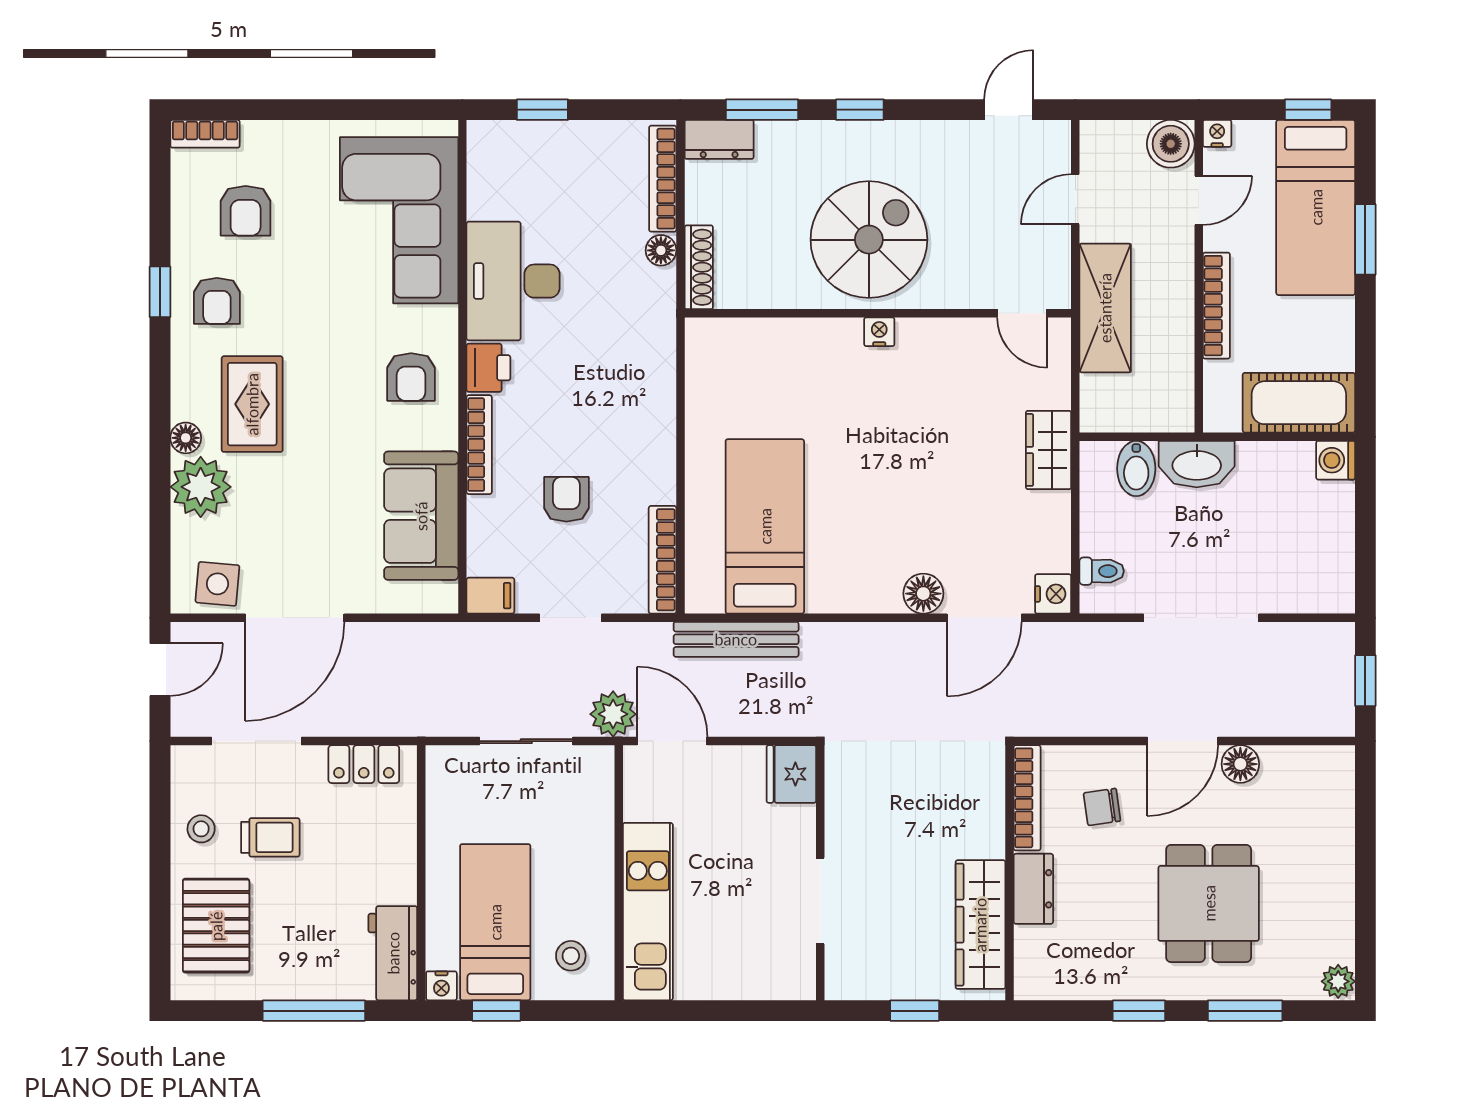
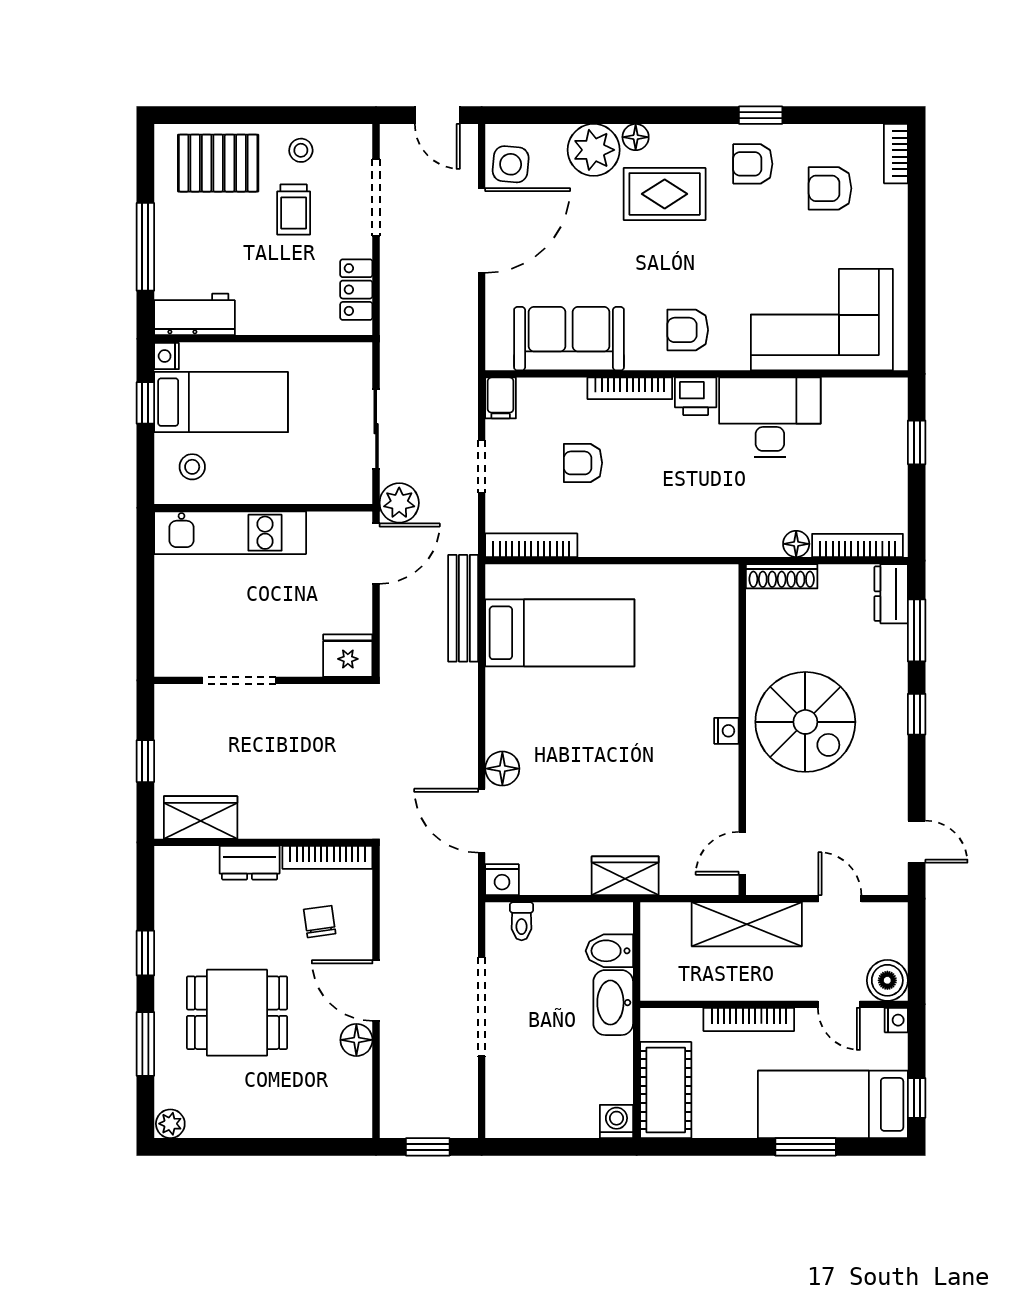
armchair: (566, 499) -> (583, 463), turned 180
door: (295, 618) -> (482, 230), swing flipped
wardrobe: (980, 925) -> (201, 817), width x0.67

